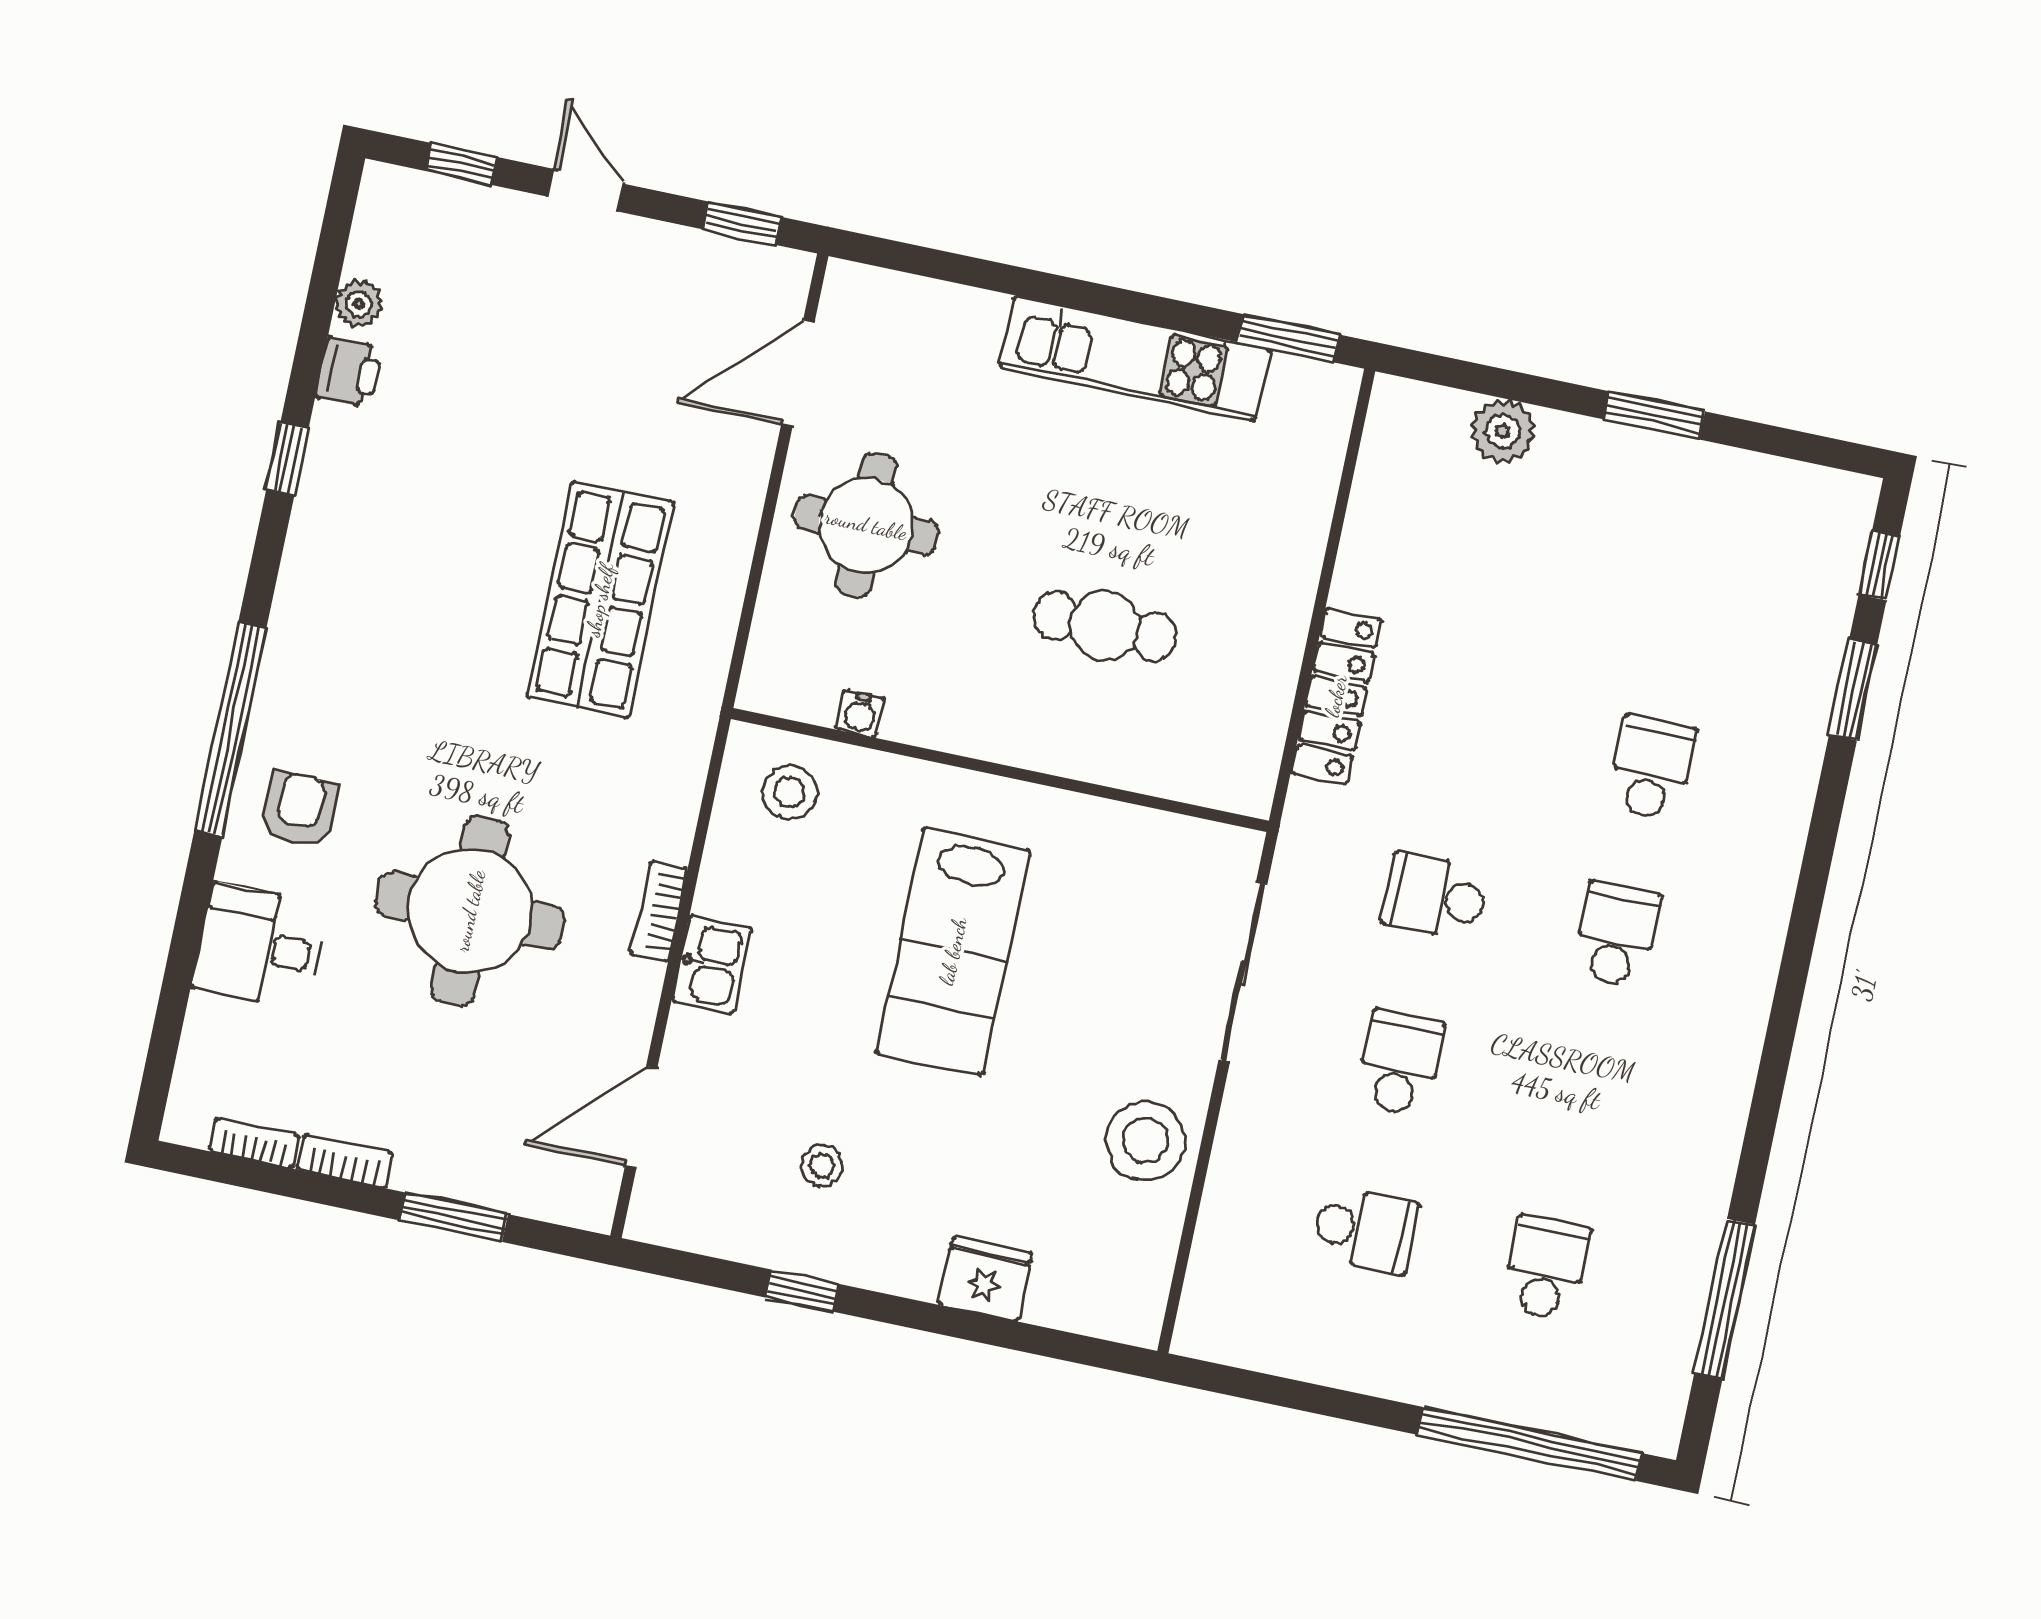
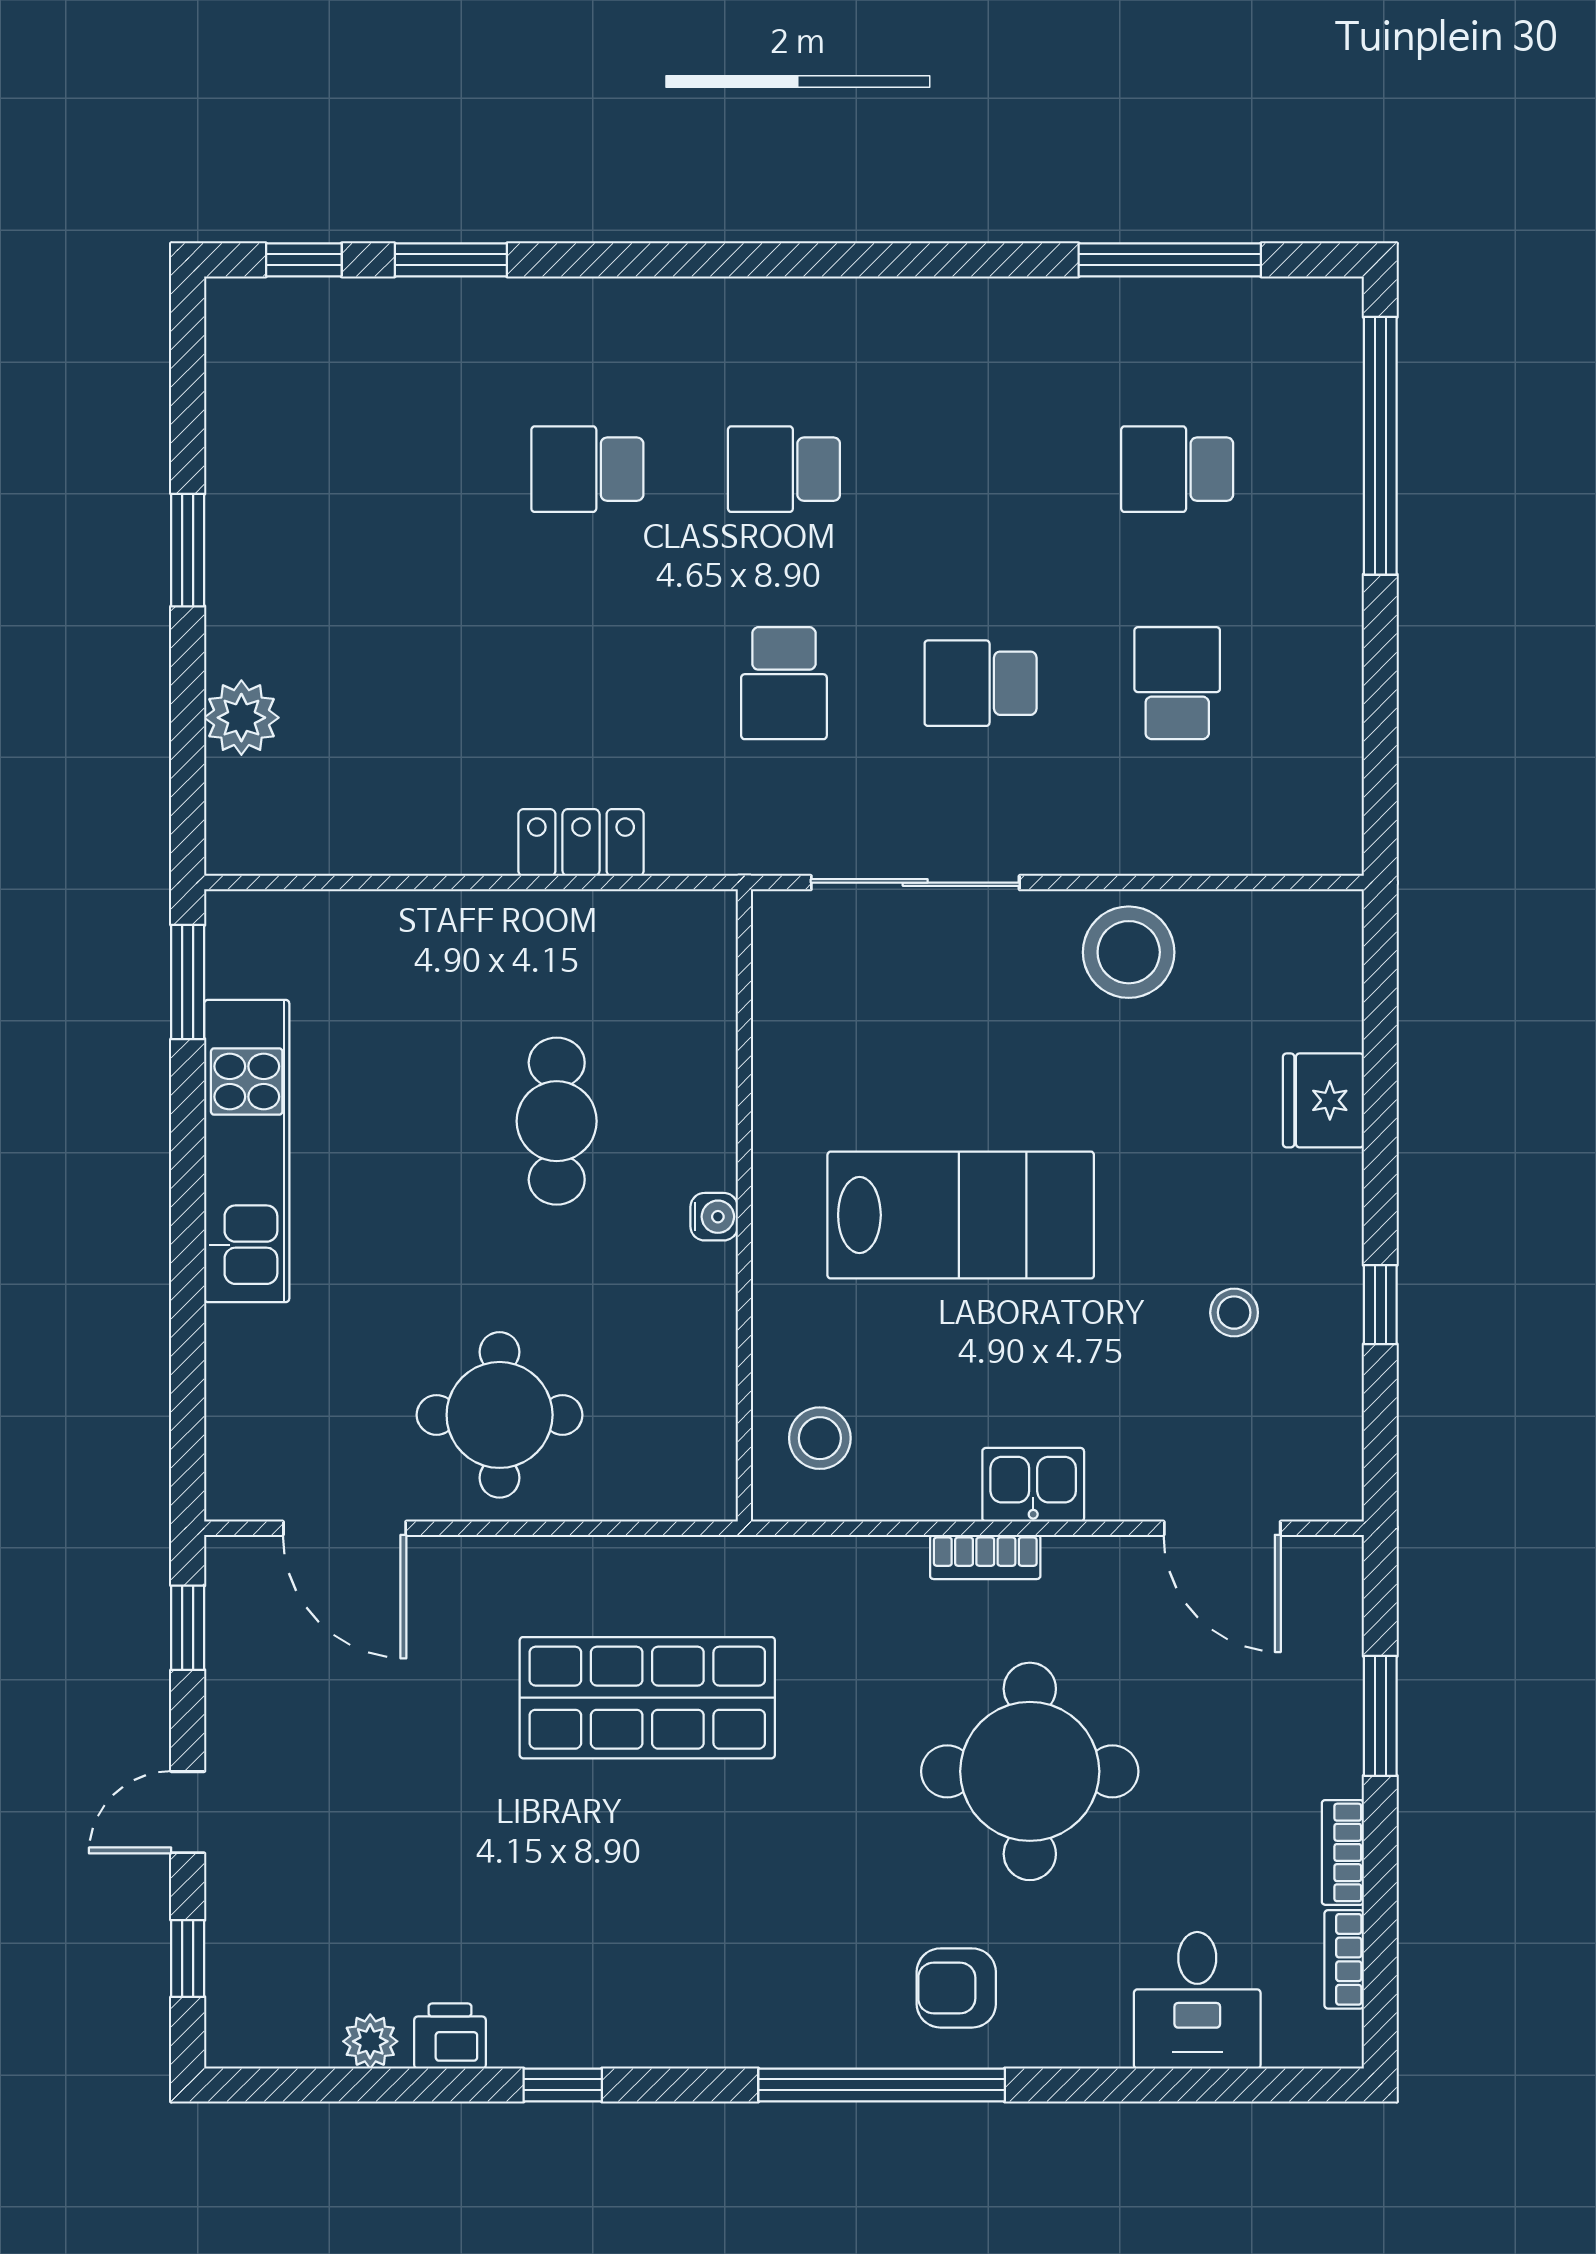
locker: (1336, 696) -> (581, 842), width x0.66
water cooler: (860, 714) -> (714, 1217), moved
desk: (260, 947) -> (1197, 2000), moved

